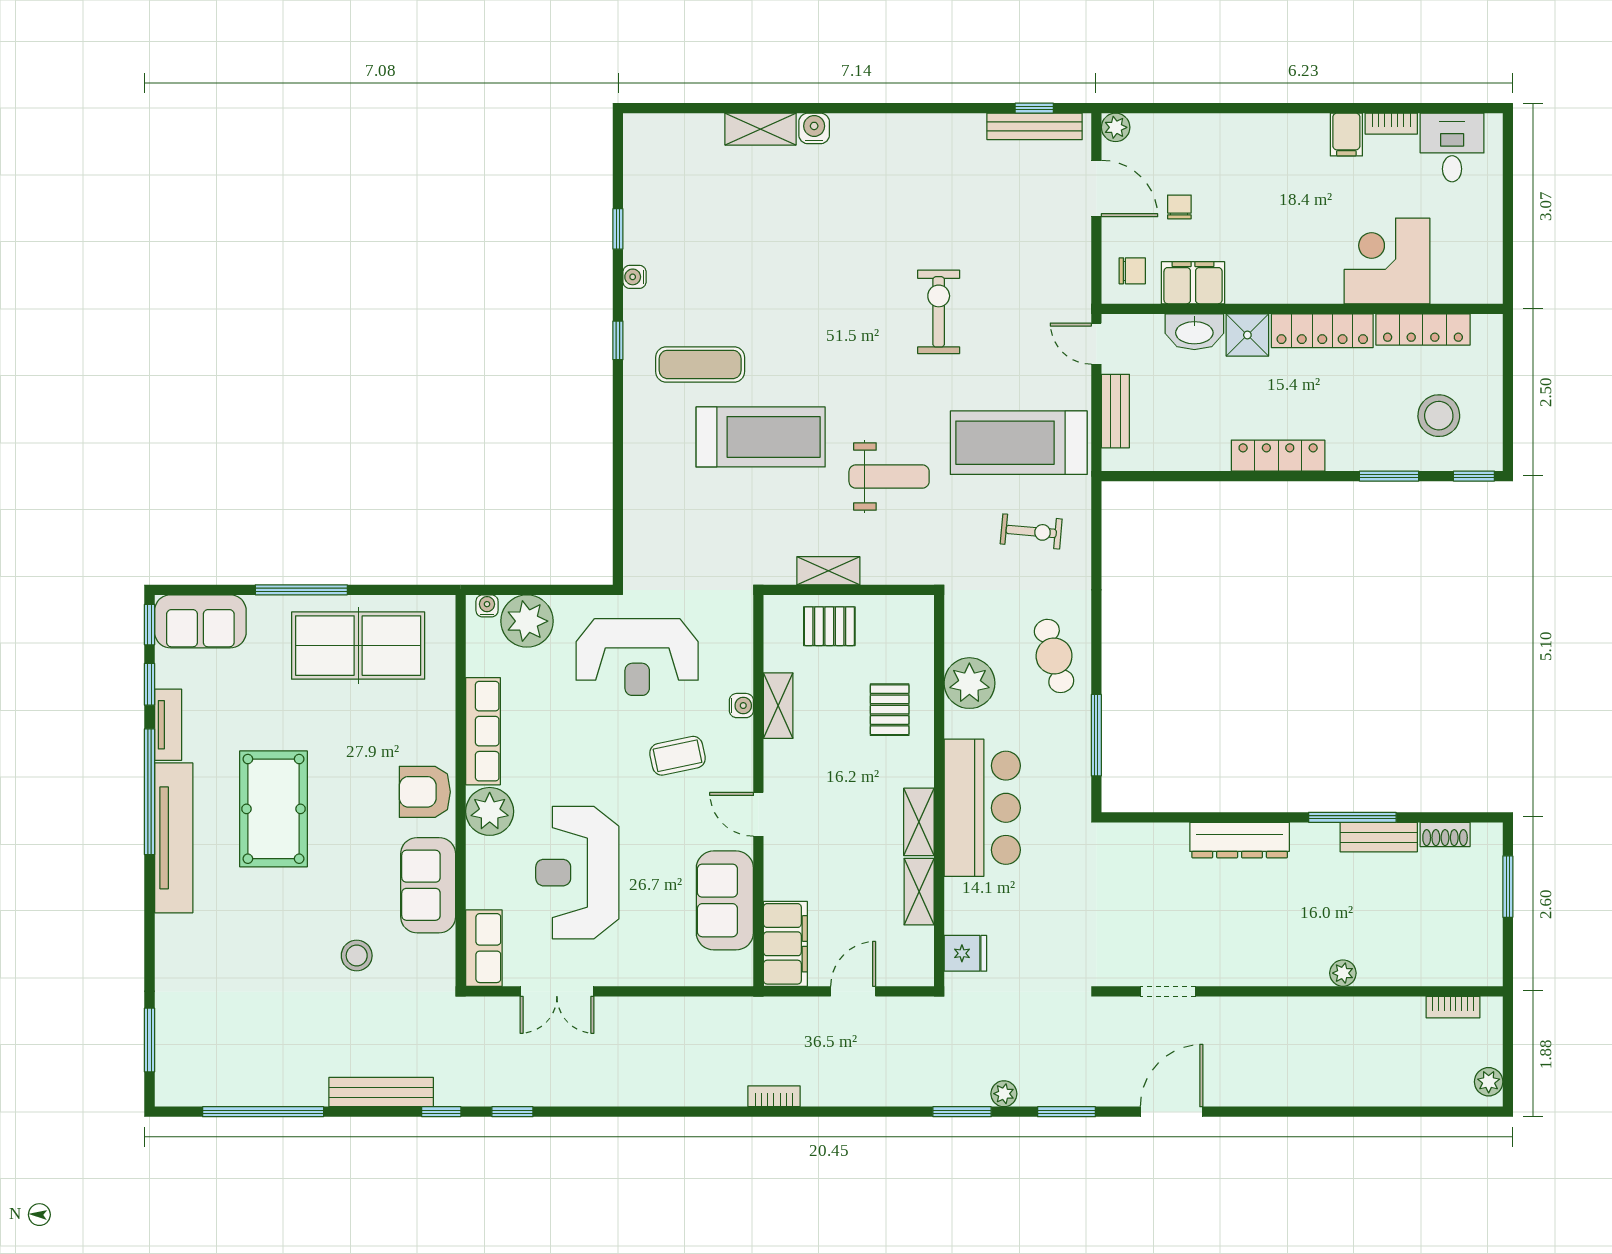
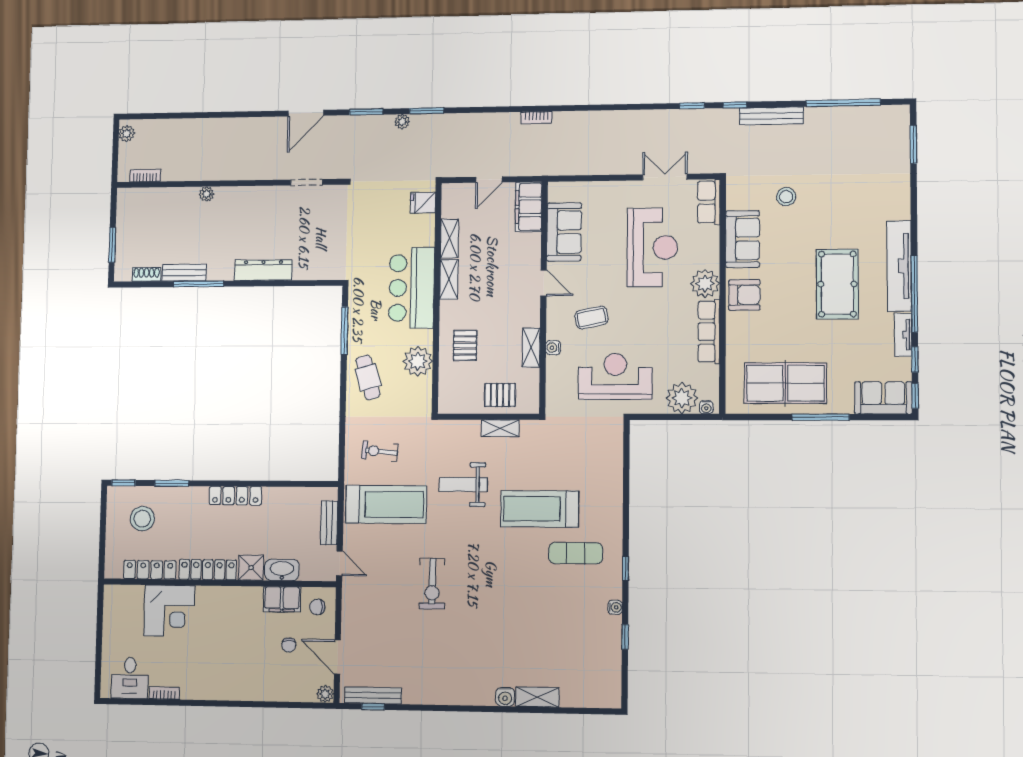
filing cabinet: (1346, 134) -> (190, 687), removed

